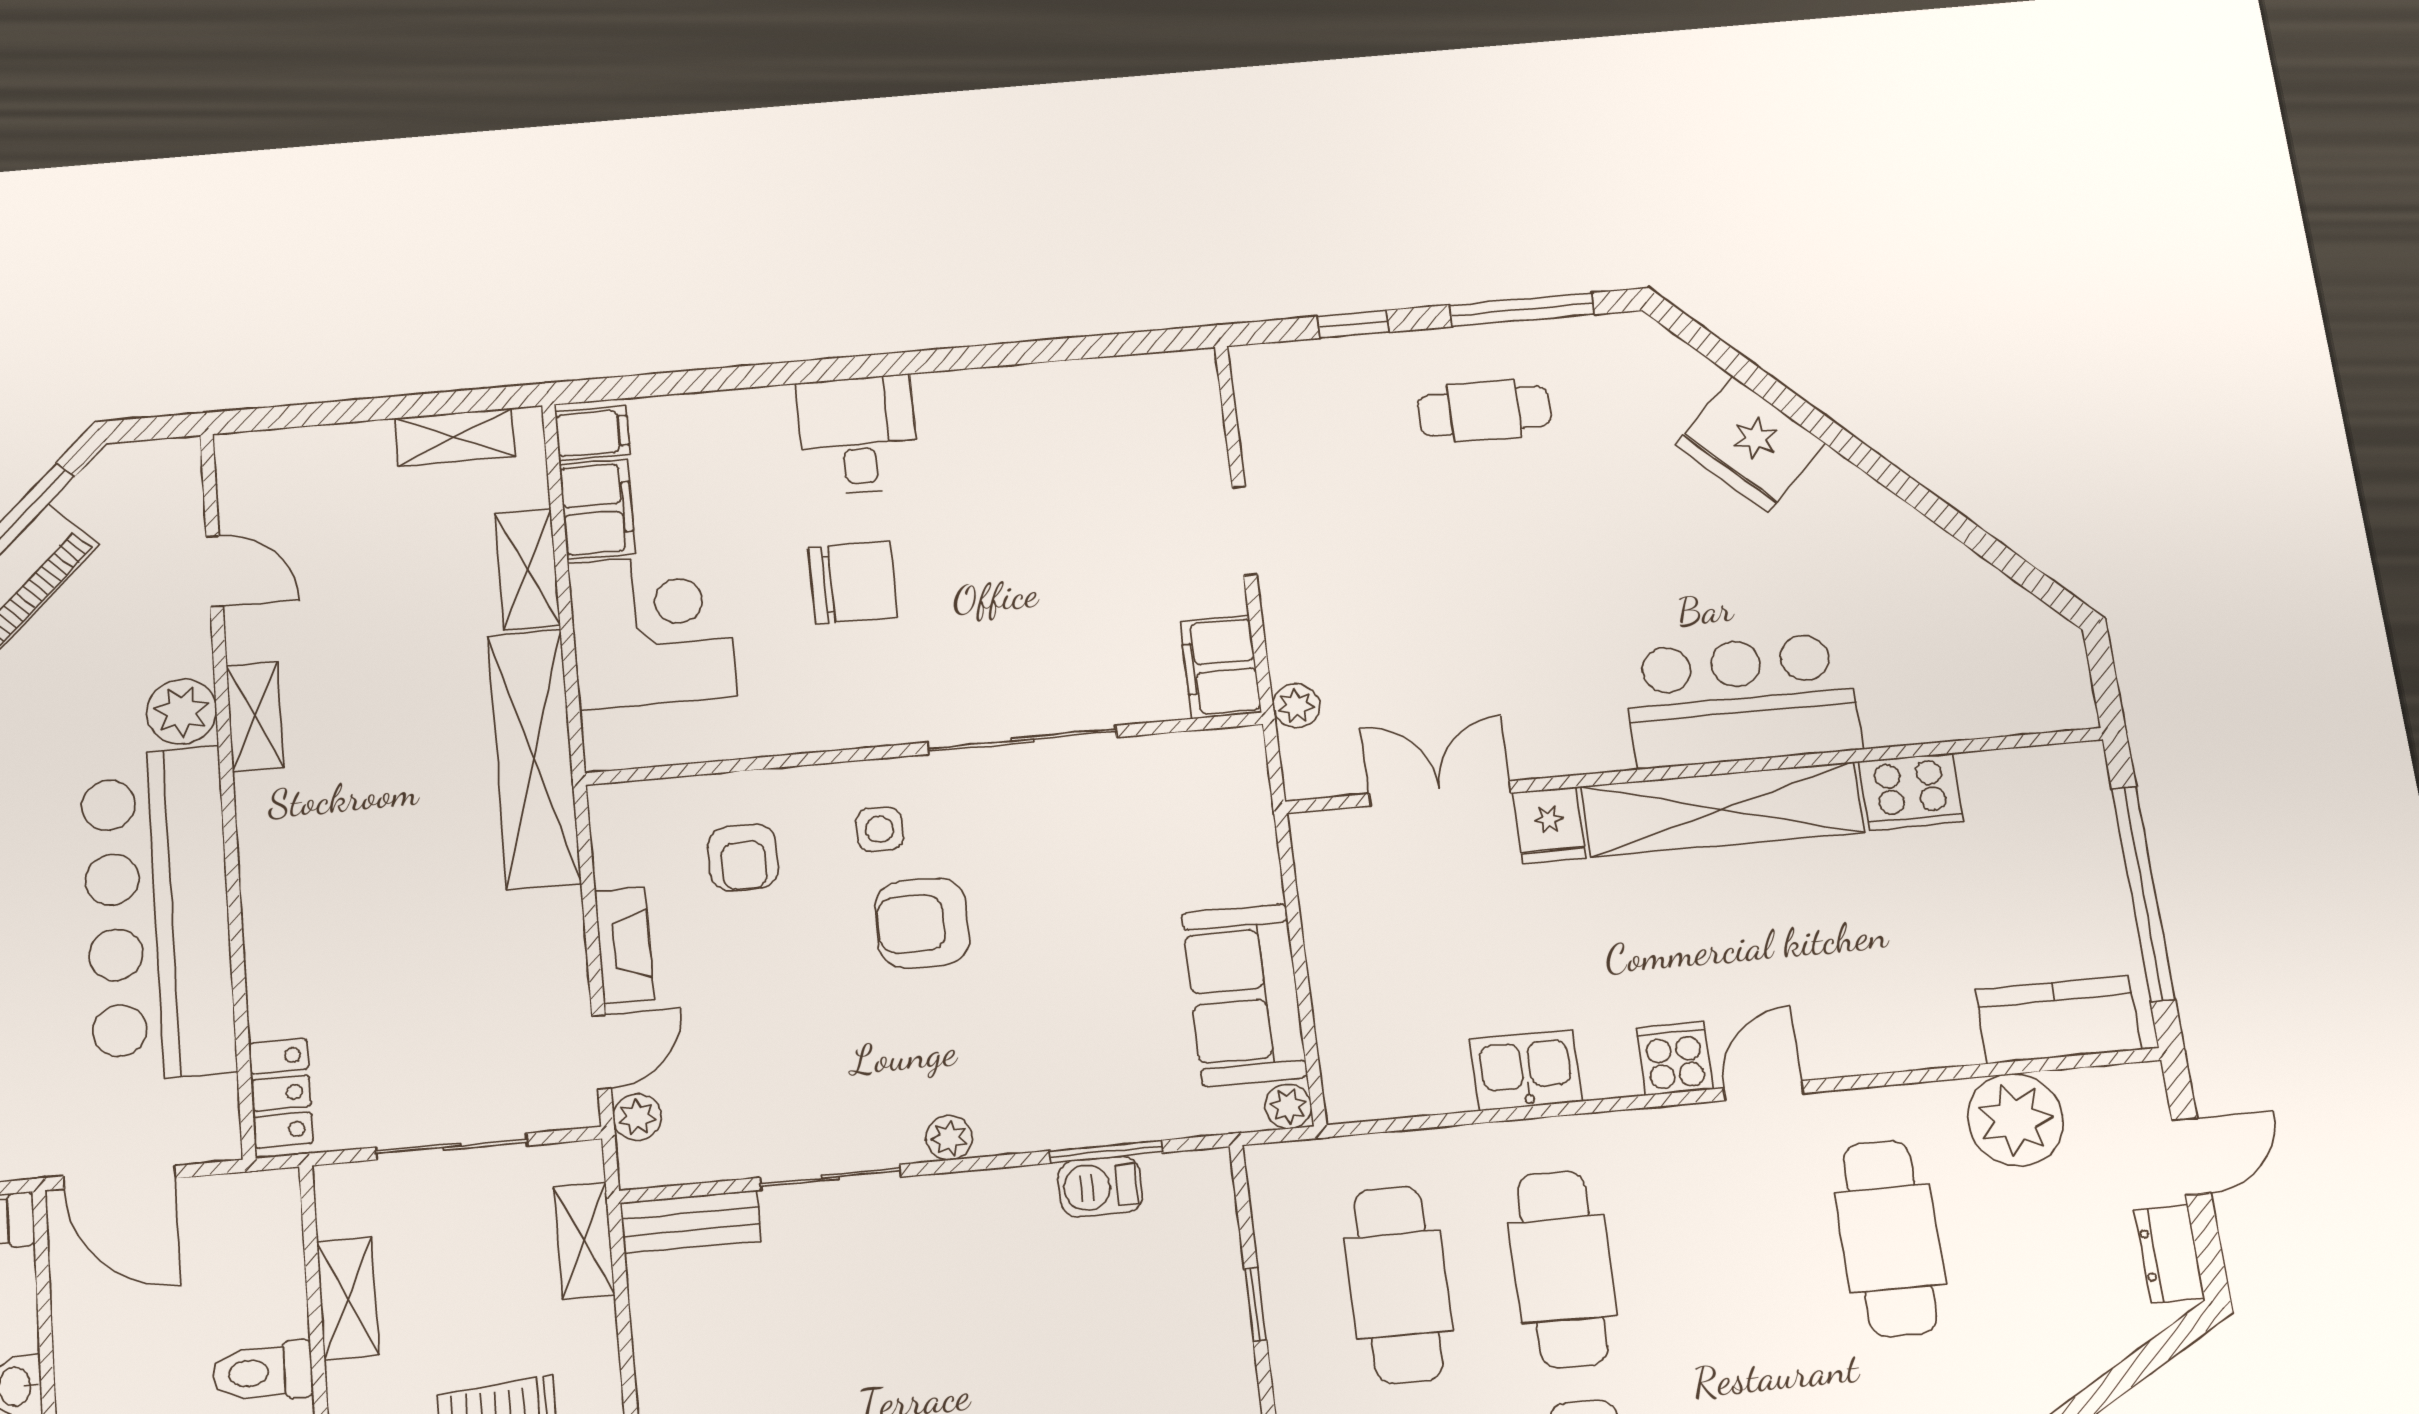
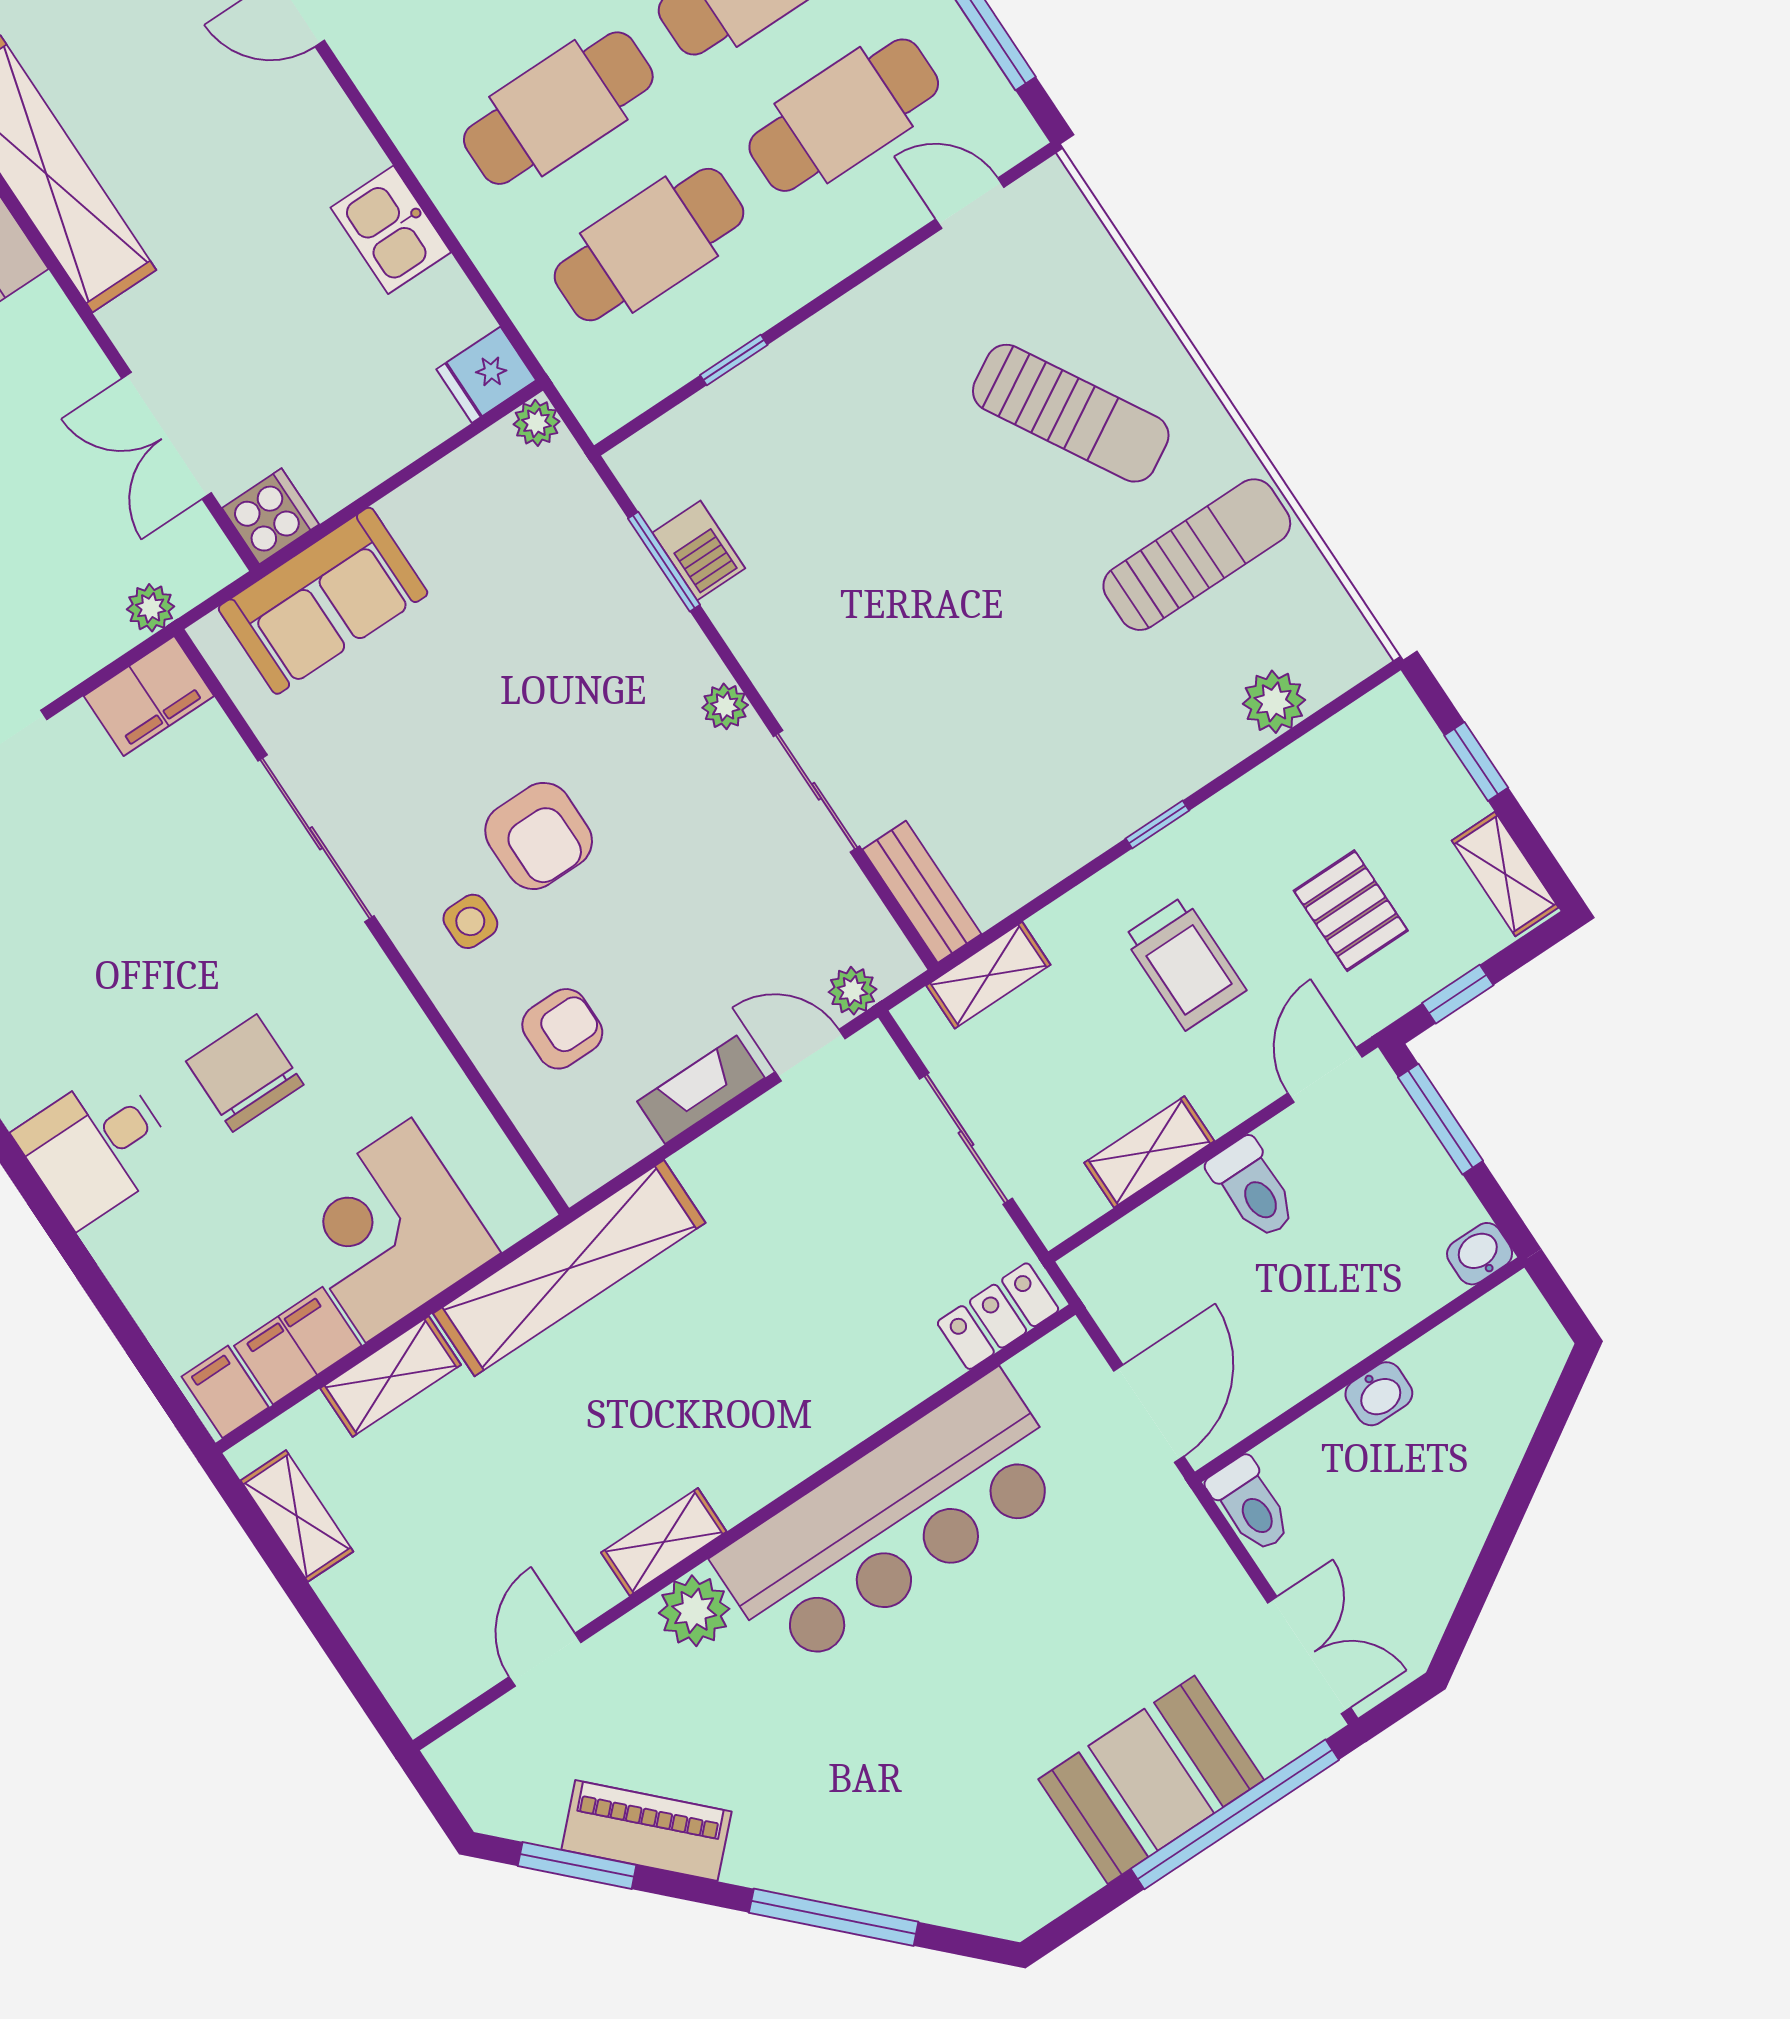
fridge: (1549, 825) -> (486, 375), moved, turned 180
sofa: (1244, 995) -> (323, 601), moved
cooker: (1675, 1058) -> (270, 516), moved, turned 180

